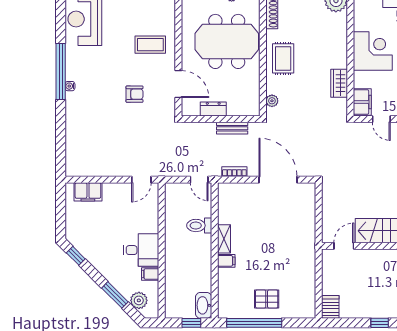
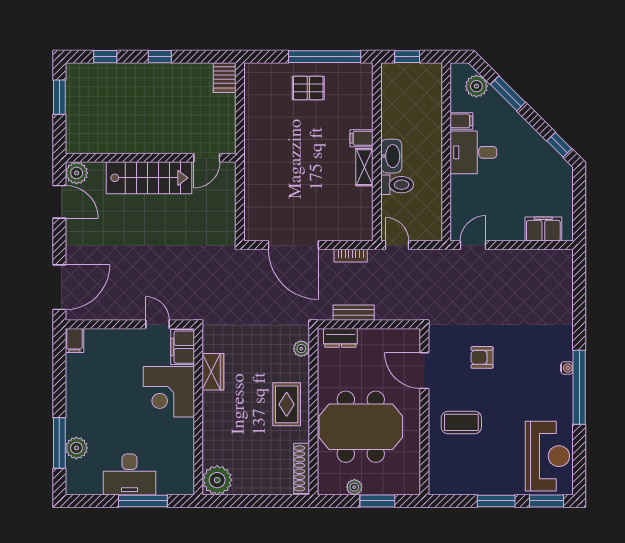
corner desk: (373, 51) -> (169, 392), moved
dresser: (213, 109) -> (340, 338), moved
washbasin: (204, 305) -> (391, 156), moved

